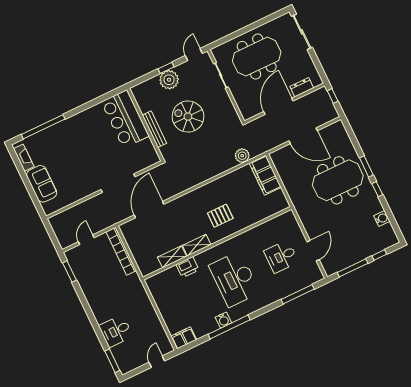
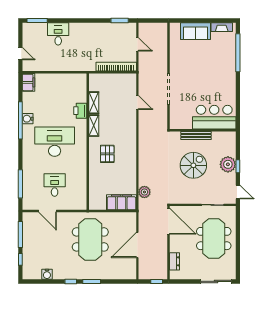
door: (278, 106) -> (169, 221), moved
meeting table: (338, 180) -> (90, 239), moved
door: (149, 210) -> (137, 103), width x0.53

